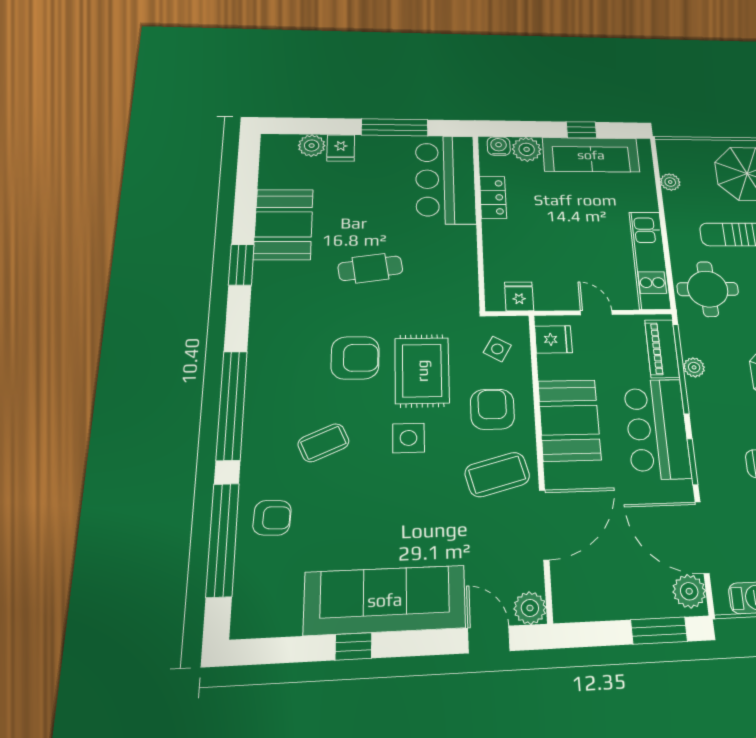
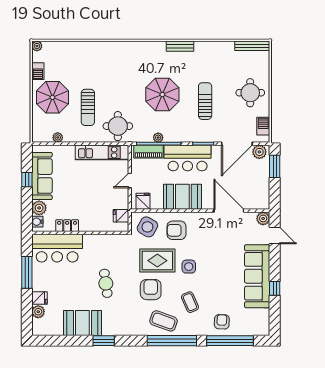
side table: (497, 349) -> (147, 227), width x1.87, depth x1.87
coffee table: (497, 475) -> (163, 321), moved, turned -55
door: (489, 639) -> (275, 236), swing flipped

